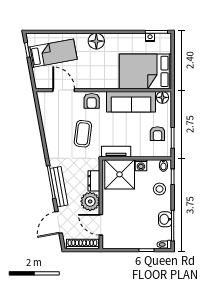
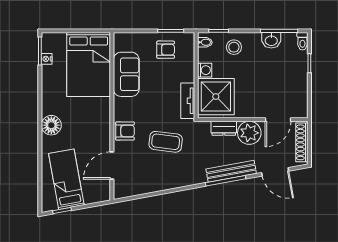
floor lamp: (162, 97) -> (121, 43), removed
sofa: (131, 102) -> (126, 74), width x0.73

